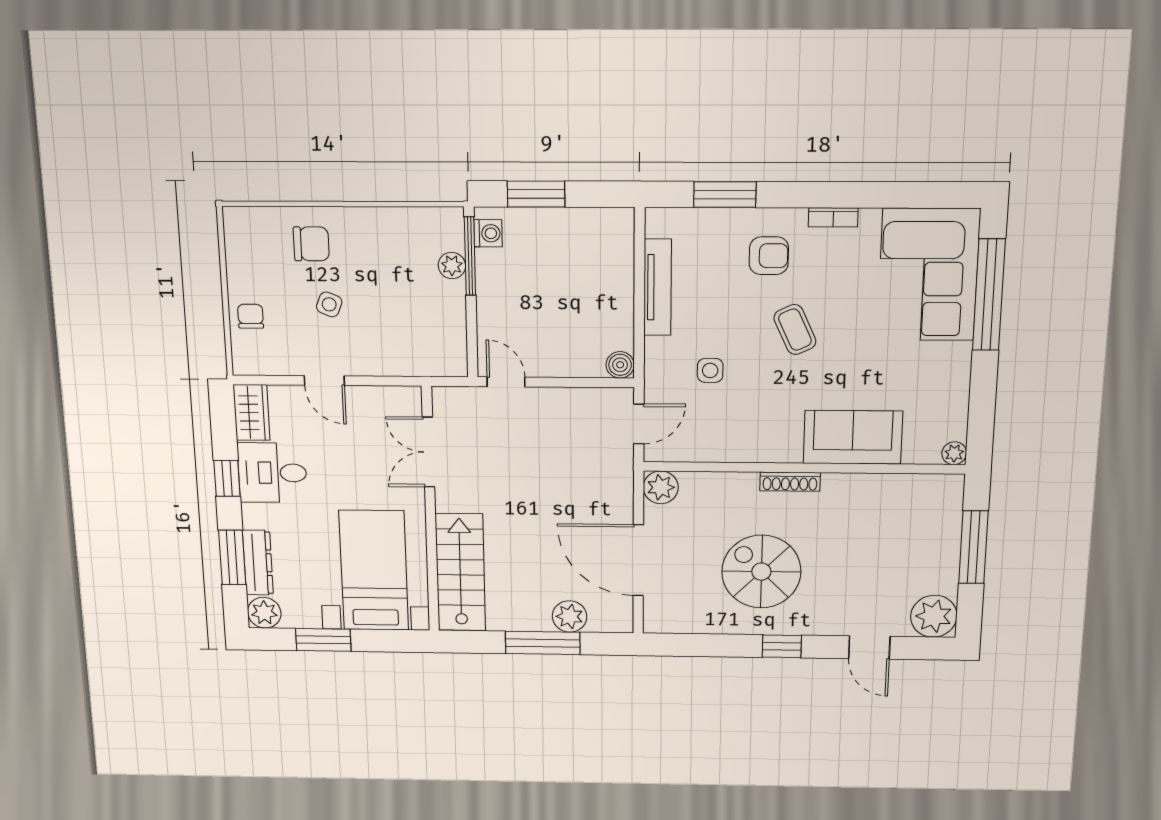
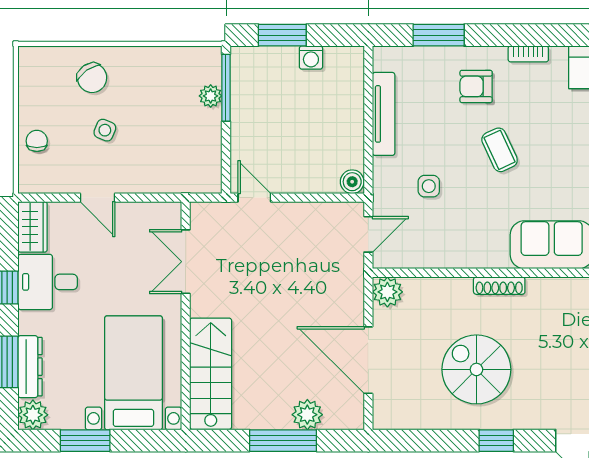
washing machine: (488, 233) -> (311, 58), moved, turned 90
chair: (311, 244) -> (92, 78), turned 55
armchair: (769, 256) -> (476, 86), turned 180

